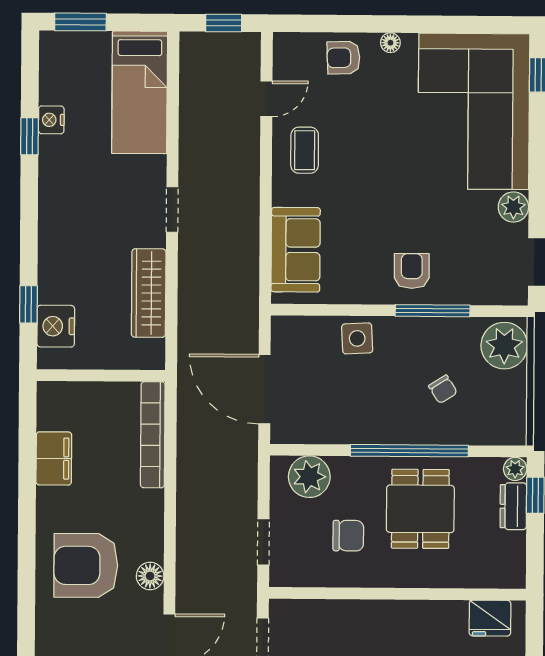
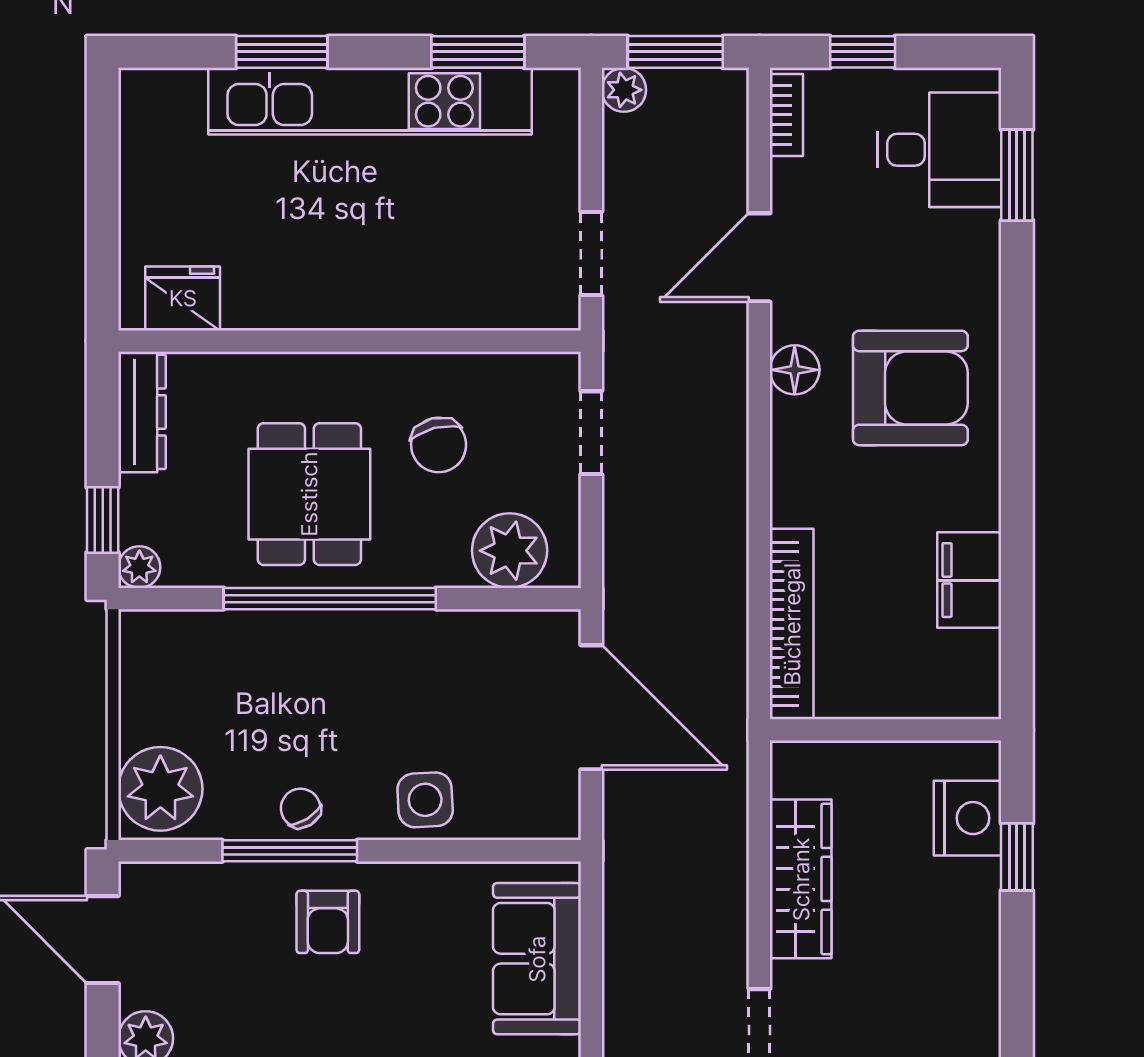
chair: (443, 389) -> (301, 808), moved
dresser: (513, 506) -> (142, 412), moved, width x1.44
chair: (348, 536) -> (439, 445), turned -104

